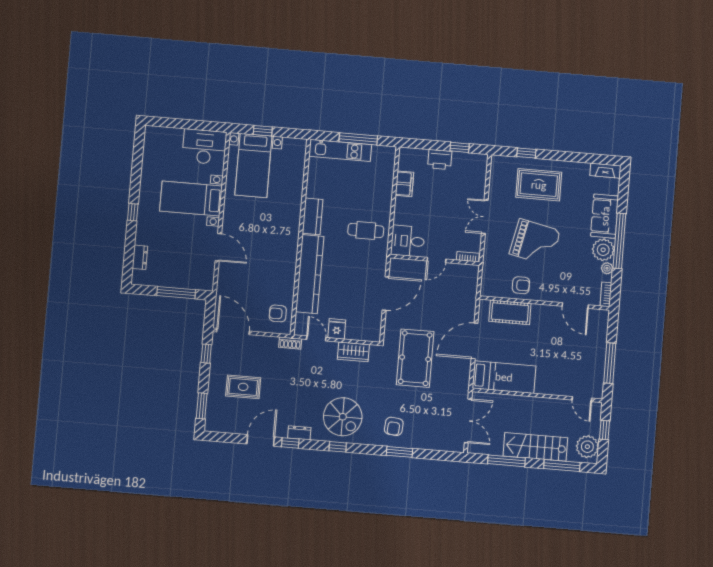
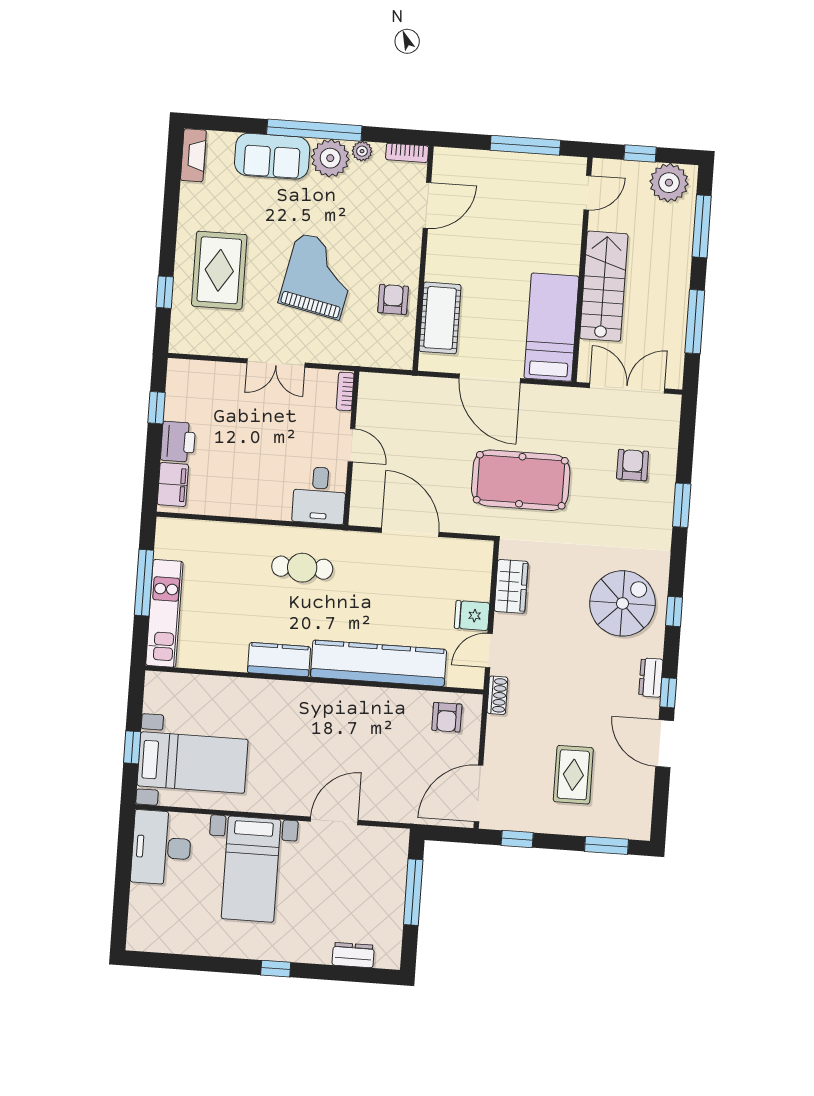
filing cabinet: (404, 184) -> (173, 484), moved, turned 90
cafe table: (366, 230) -> (302, 568), turned 90
armchair: (394, 426) -> (633, 465), moved, turned -95
stairs: (535, 447) -> (604, 286), moved, turned 180

